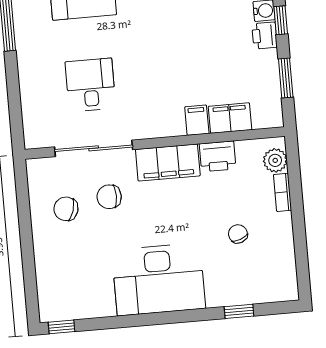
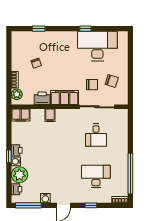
window: (286, 78) -> (9, 131), removed
filing cabinet: (230, 118) -> (21, 115), moved
desk: (159, 279) -> (97, 46), moved
window: (61, 327) -> (85, 29), moved

